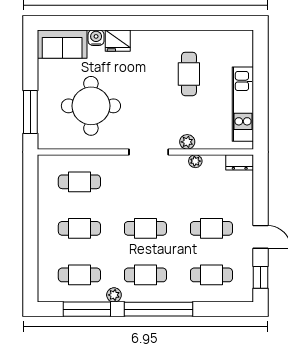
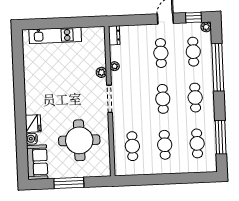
cafe table: (189, 74) -> (54, 73), removed
kitchen unit: (243, 104) -> (55, 35), moved
window: (30, 112) -> (69, 183), moved
plant: (114, 295) -> (206, 27), moved
window: (159, 309) -> (218, 67), moved

